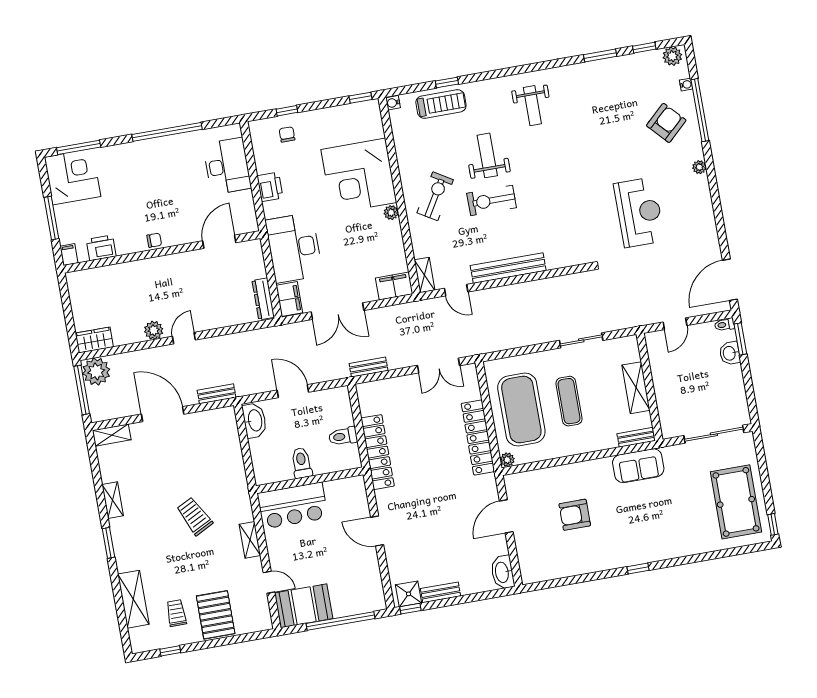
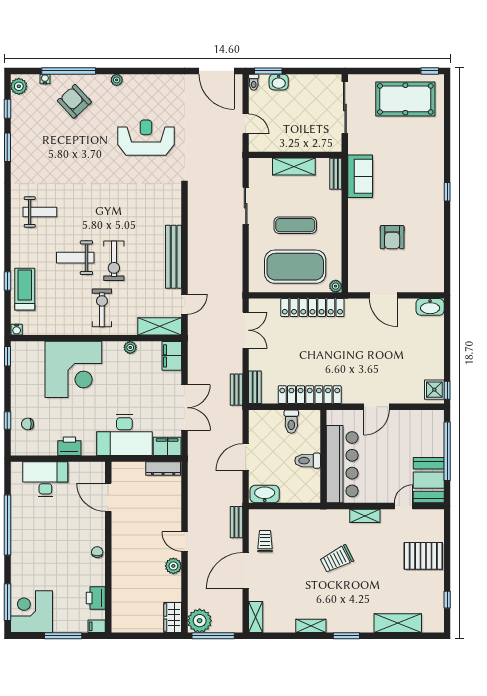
exercise bike: (435, 196) -> (102, 308), turned 59
plant: (391, 213) -> (130, 347), moved
shelving: (425, 275) -> (160, 326), width x1.50, depth x1.33
bar counter: (293, 505) -> (342, 464), width x1.36
bench: (441, 592) -> (255, 387), moved
trolley: (176, 613) -> (265, 541), moved, turned 90

